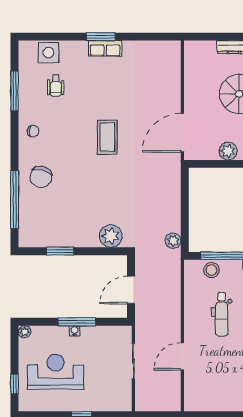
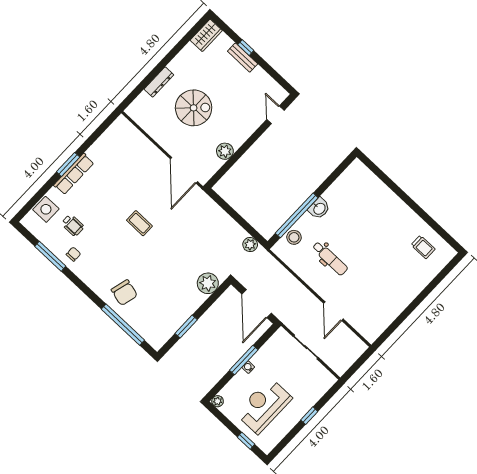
row of seats: (105, 48) -> (74, 174), width x1.48
chair: (33, 131) -> (73, 254), moved
coffee table: (107, 137) -> (139, 223), width x0.73, depth x0.77
door: (131, 290) -> (257, 304), width x1.36

